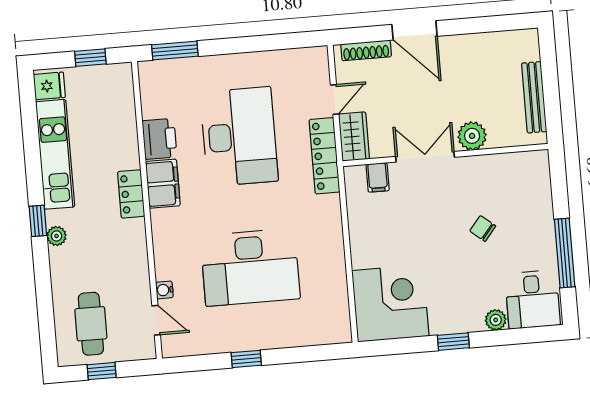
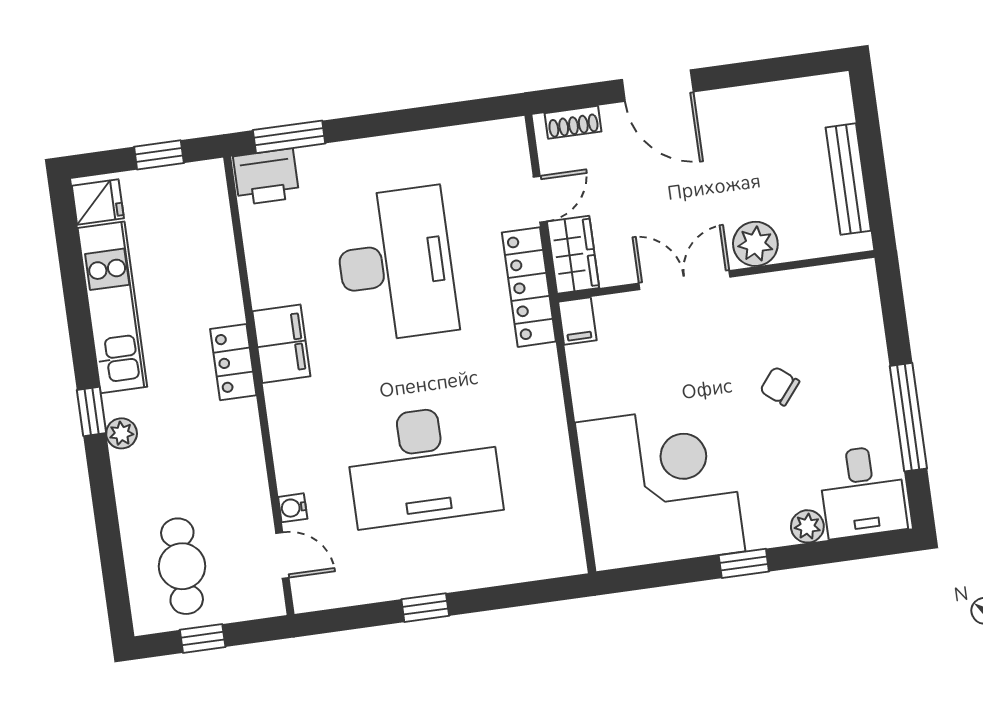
shoe rack: (366, 50) -> (573, 122), width x0.70
printer: (159, 139) -> (266, 177), moved, turned 90
filing cabinet: (378, 177) -> (577, 321), moved
corner desk: (390, 303) -> (660, 487), width x1.36, depth x1.36

